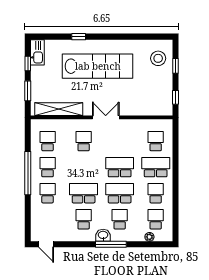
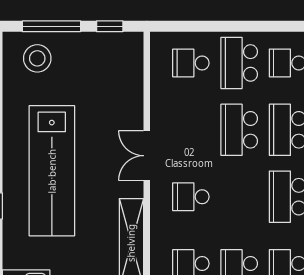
lab bench: (98, 66) -> (52, 171), turned 180
window: (175, 66) -> (51, 26), width x2.17

